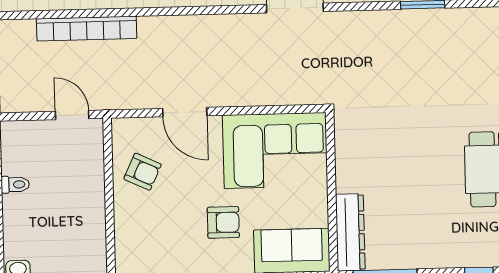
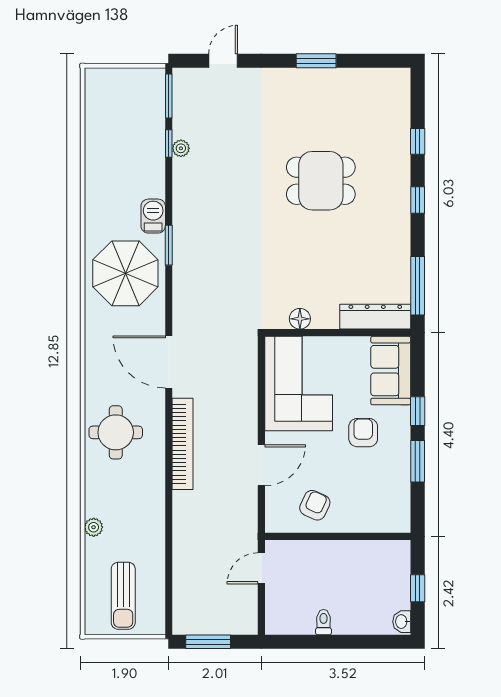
bookcase: (87, 29) -> (183, 444), moved
floor lamp: (346, 150) -> (300, 319), added

